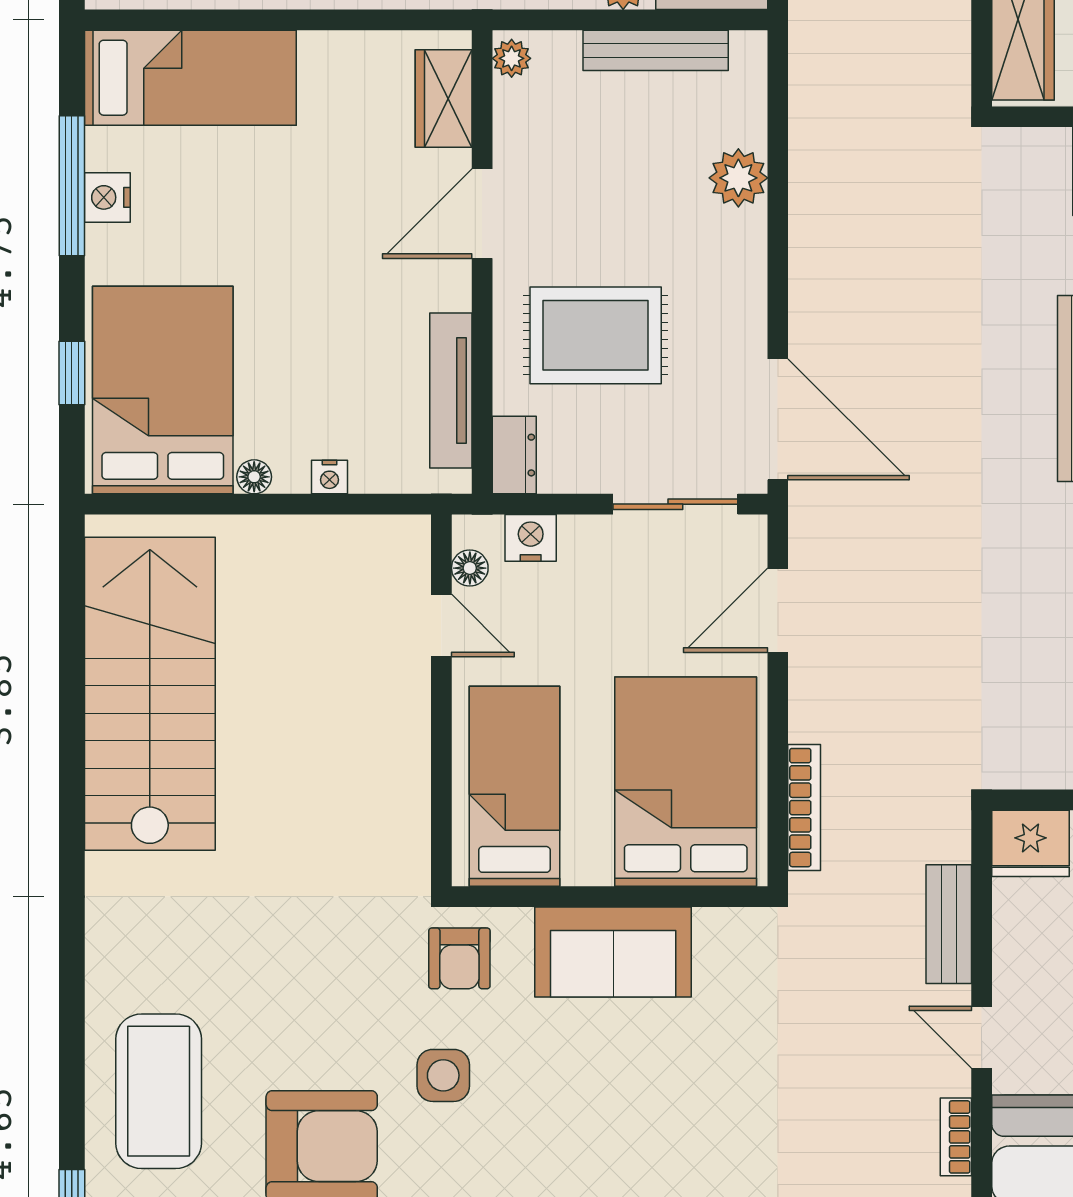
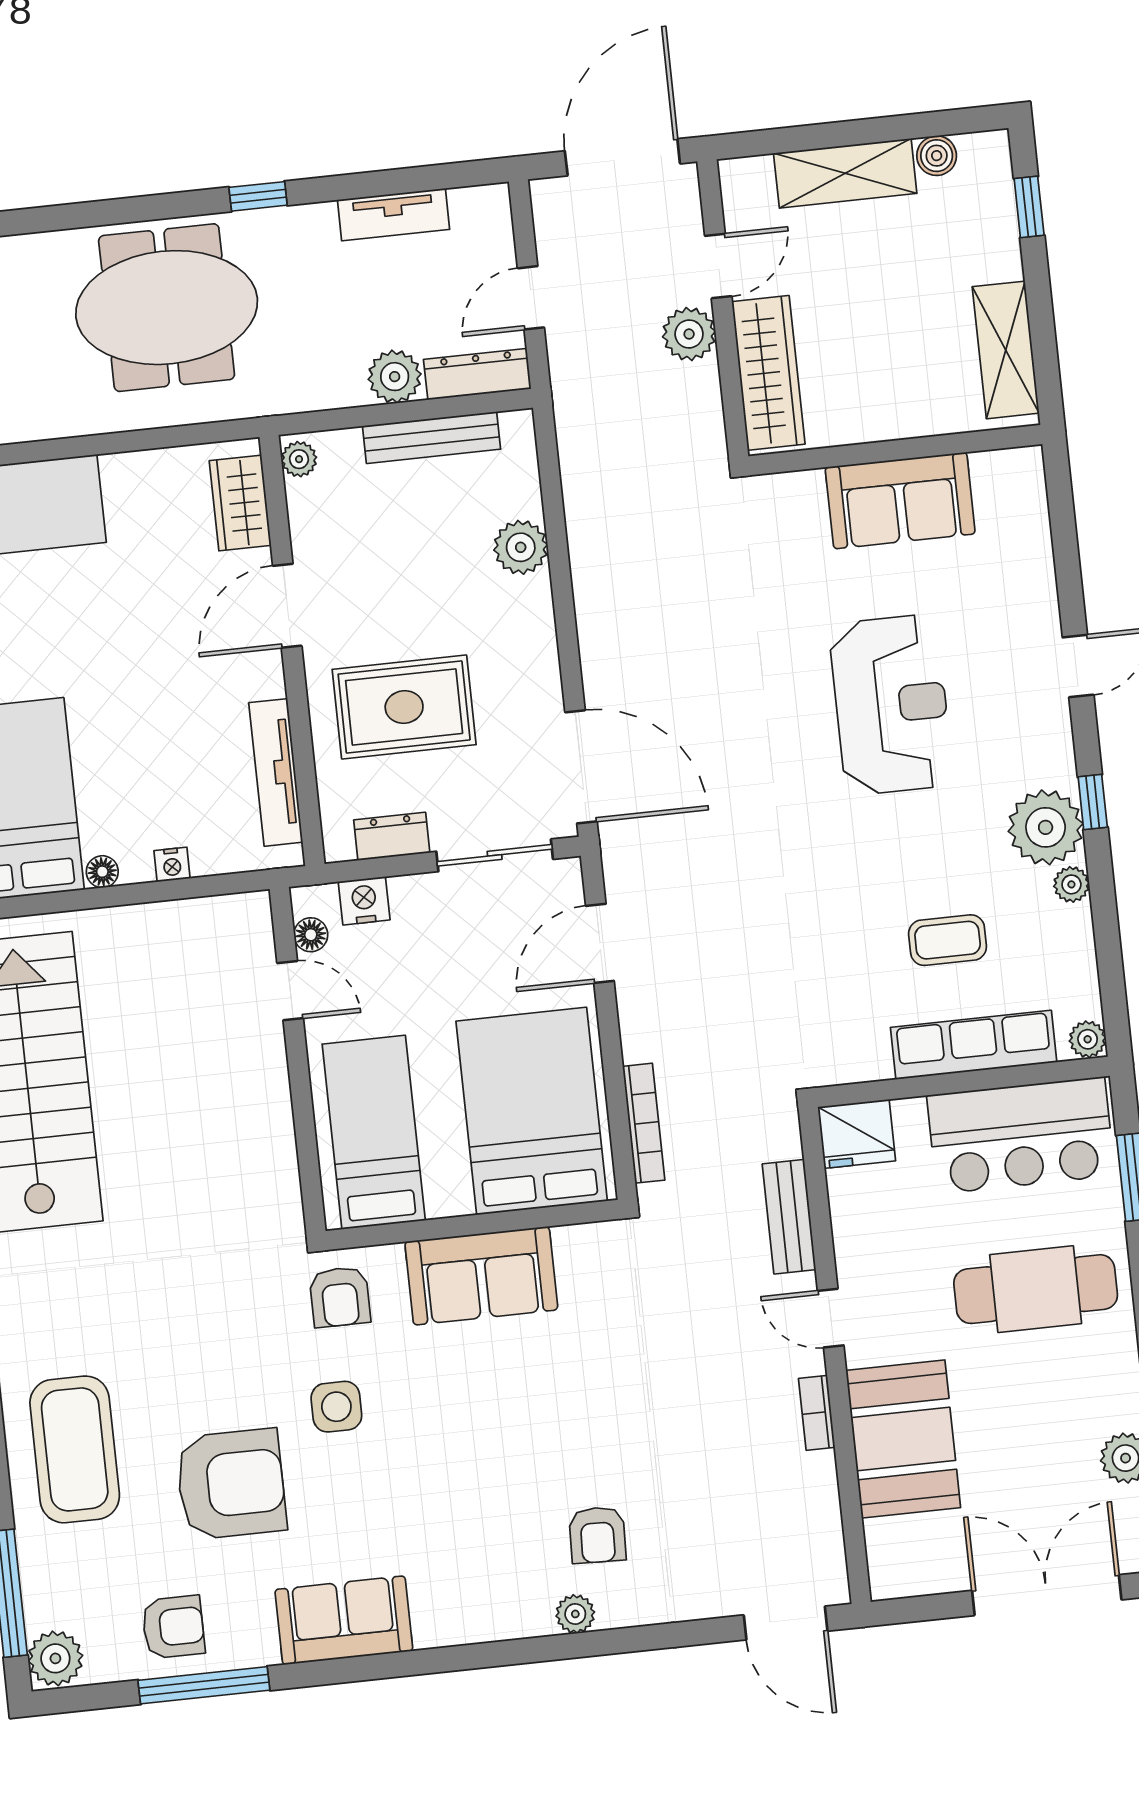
dresser: (514, 455) -> (392, 836), moved, turned -90

